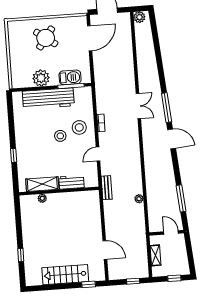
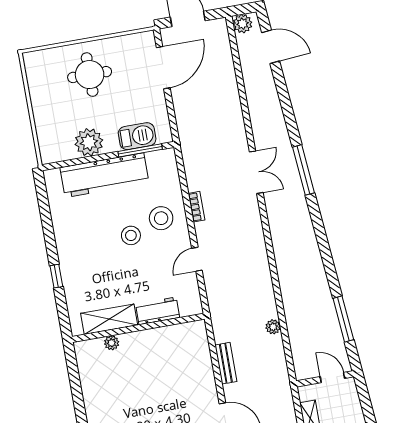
round table: (46, 38) -> (90, 75), turned -36
door: (172, 139) -> (271, 47), moved
bench: (107, 188) -> (226, 363), moved

